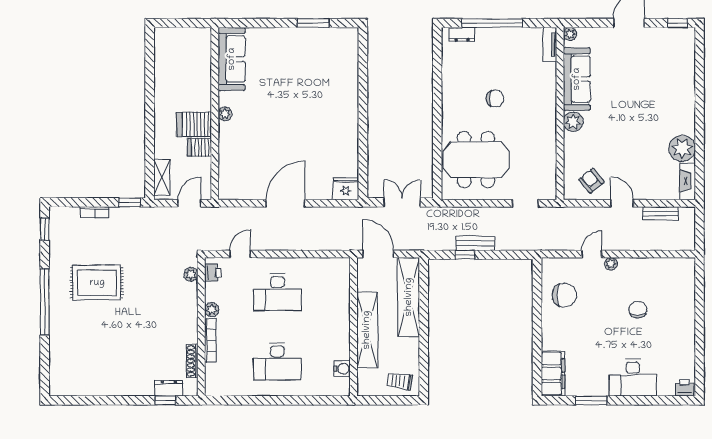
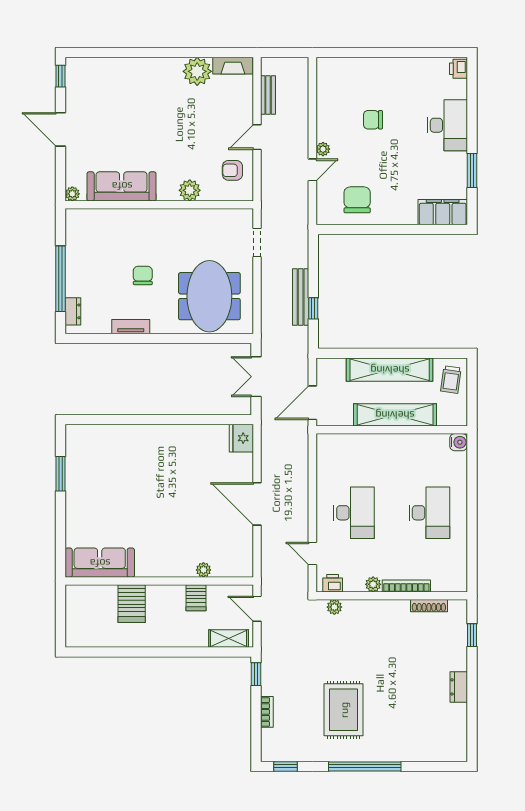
tv unit: (550, 45) -> (131, 327), moved, turned 180
plant: (225, 114) -> (203, 570), moved
plant: (573, 122) -> (190, 190), moved
server rack: (194, 125) -> (132, 604), moved
armchair: (591, 181) -> (232, 170), turned 39
bench: (475, 243) -> (301, 297), width x1.36
door: (592, 254) -> (312, 170), swing flipped
shelving: (409, 297) -> (390, 370), moved
water cooler: (342, 369) -> (459, 442), moved, turned 90
dresser: (169, 388) -> (459, 687), moved

